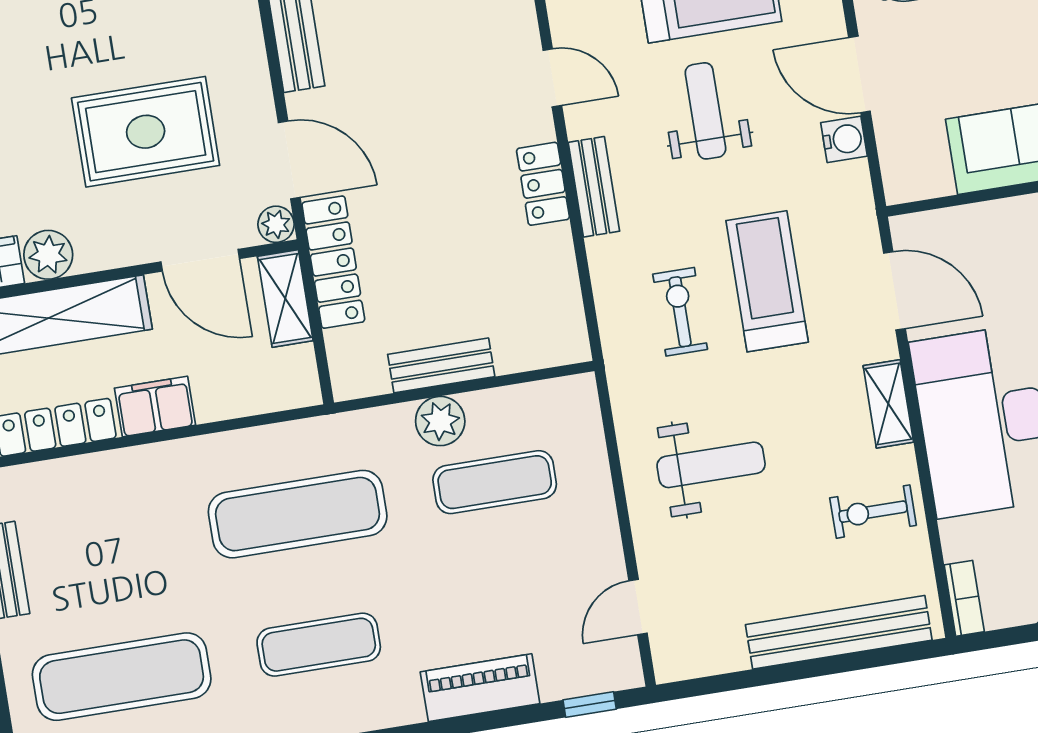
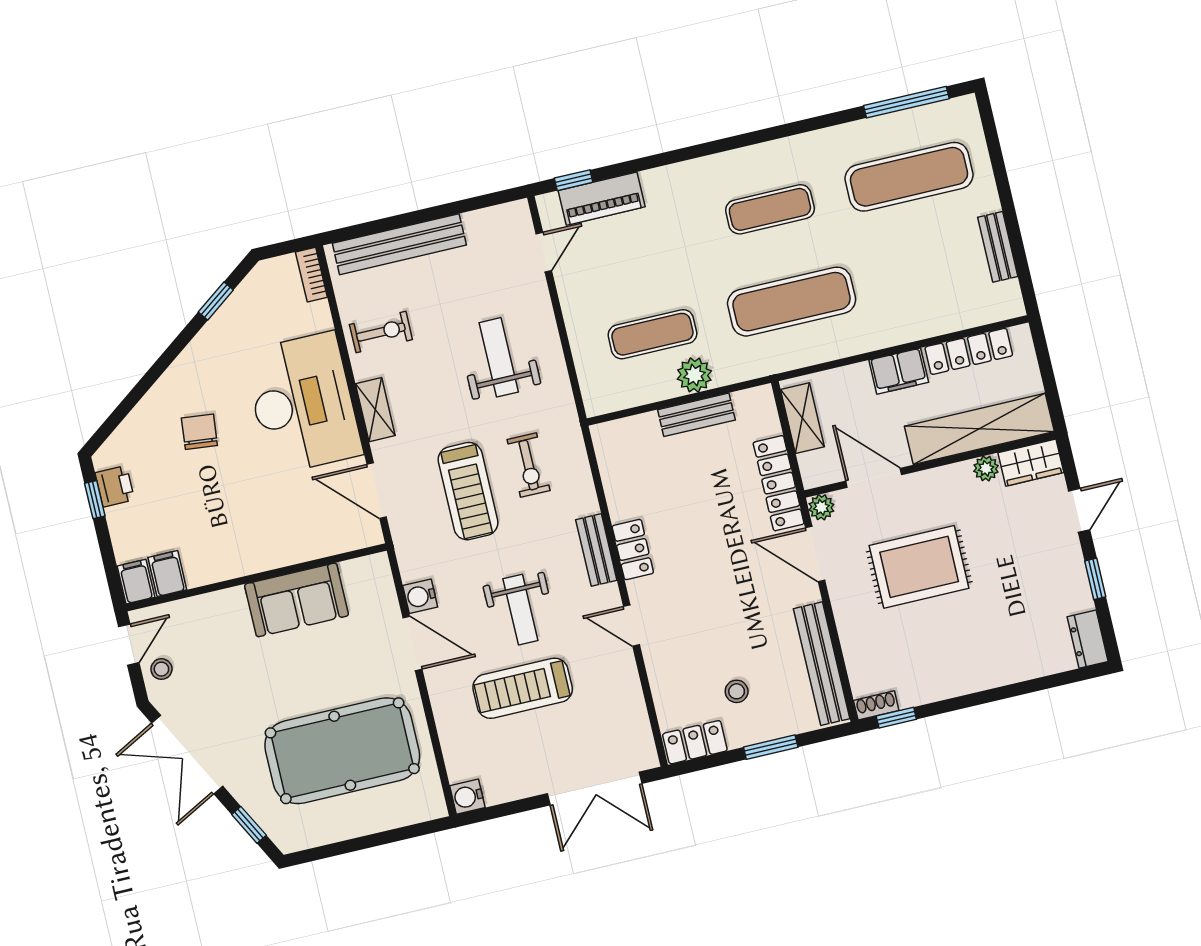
plant: (48, 255) -> (986, 468), width x0.73, depth x0.73
shelving: (285, 299) -> (802, 418), moved
weight bench: (711, 465) -> (499, 357), turned 90
piano: (480, 688) -> (602, 199), moved

